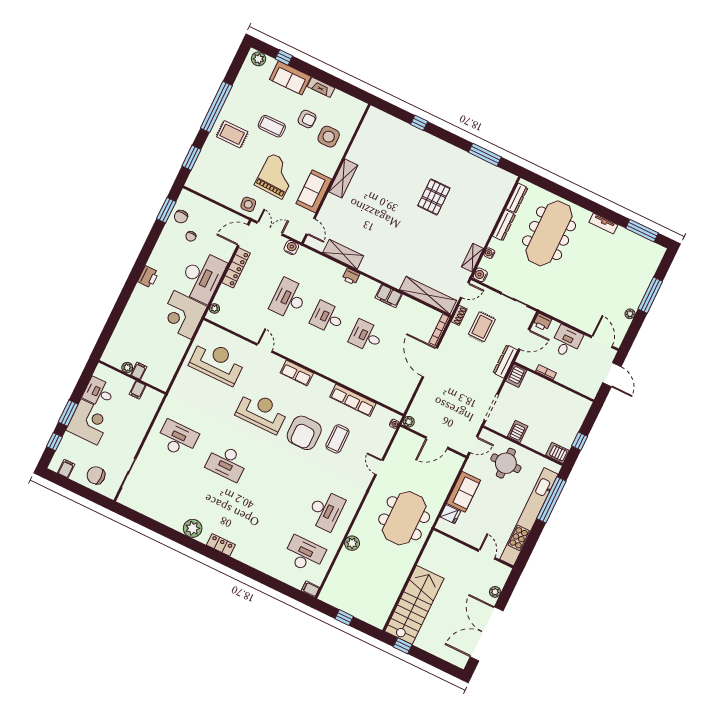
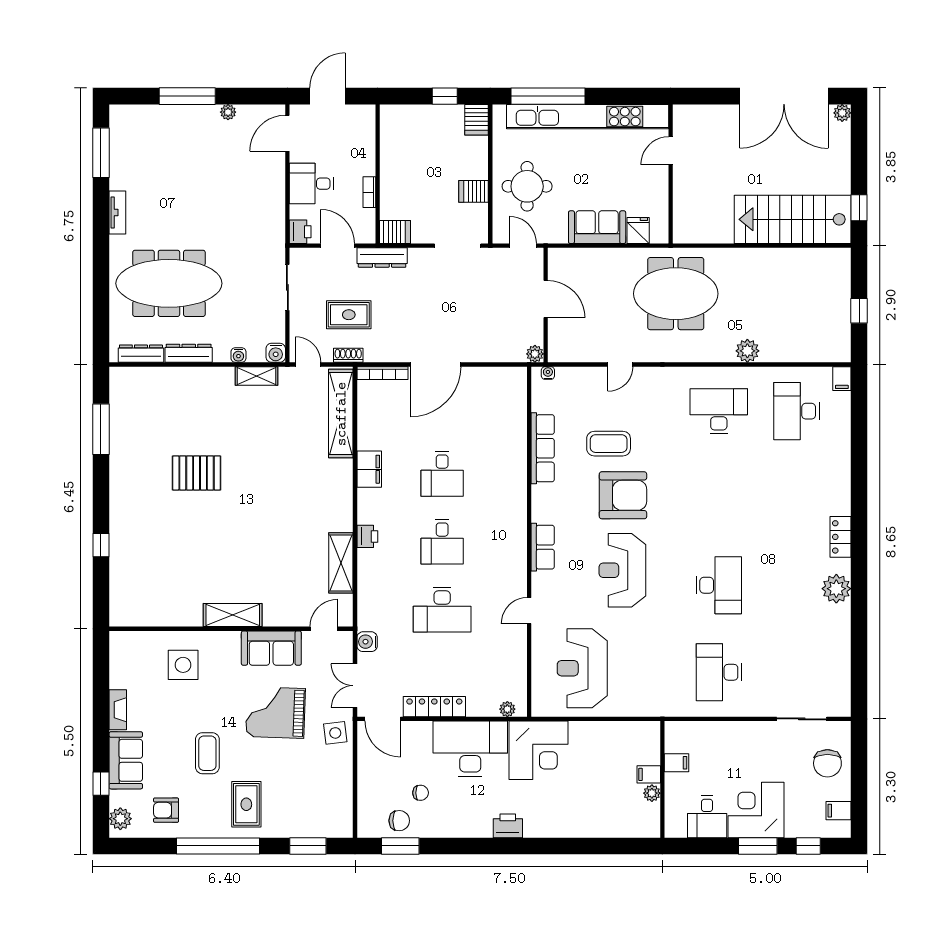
armchair: (307, 119) -> (166, 810), moved, turned -90
plant: (495, 592) -> (842, 113), moved

